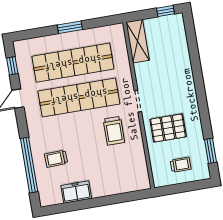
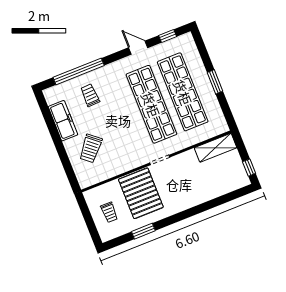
pallet: (168, 128) -> (141, 193), width x1.37, depth x1.41
trolley: (114, 131) -> (91, 148), moved, turned -50
window: (210, 151) -> (143, 231), moved
freezer: (76, 192) -> (63, 121), width x1.40

